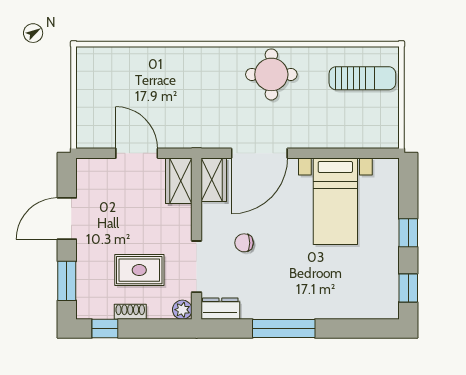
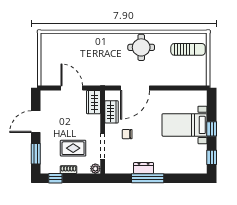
wardrobe: (214, 180) -> (112, 112), moved
bed with nightstands: (335, 201) -> (185, 125), moved, turned 90
dresser: (220, 309) -> (144, 168), moved

